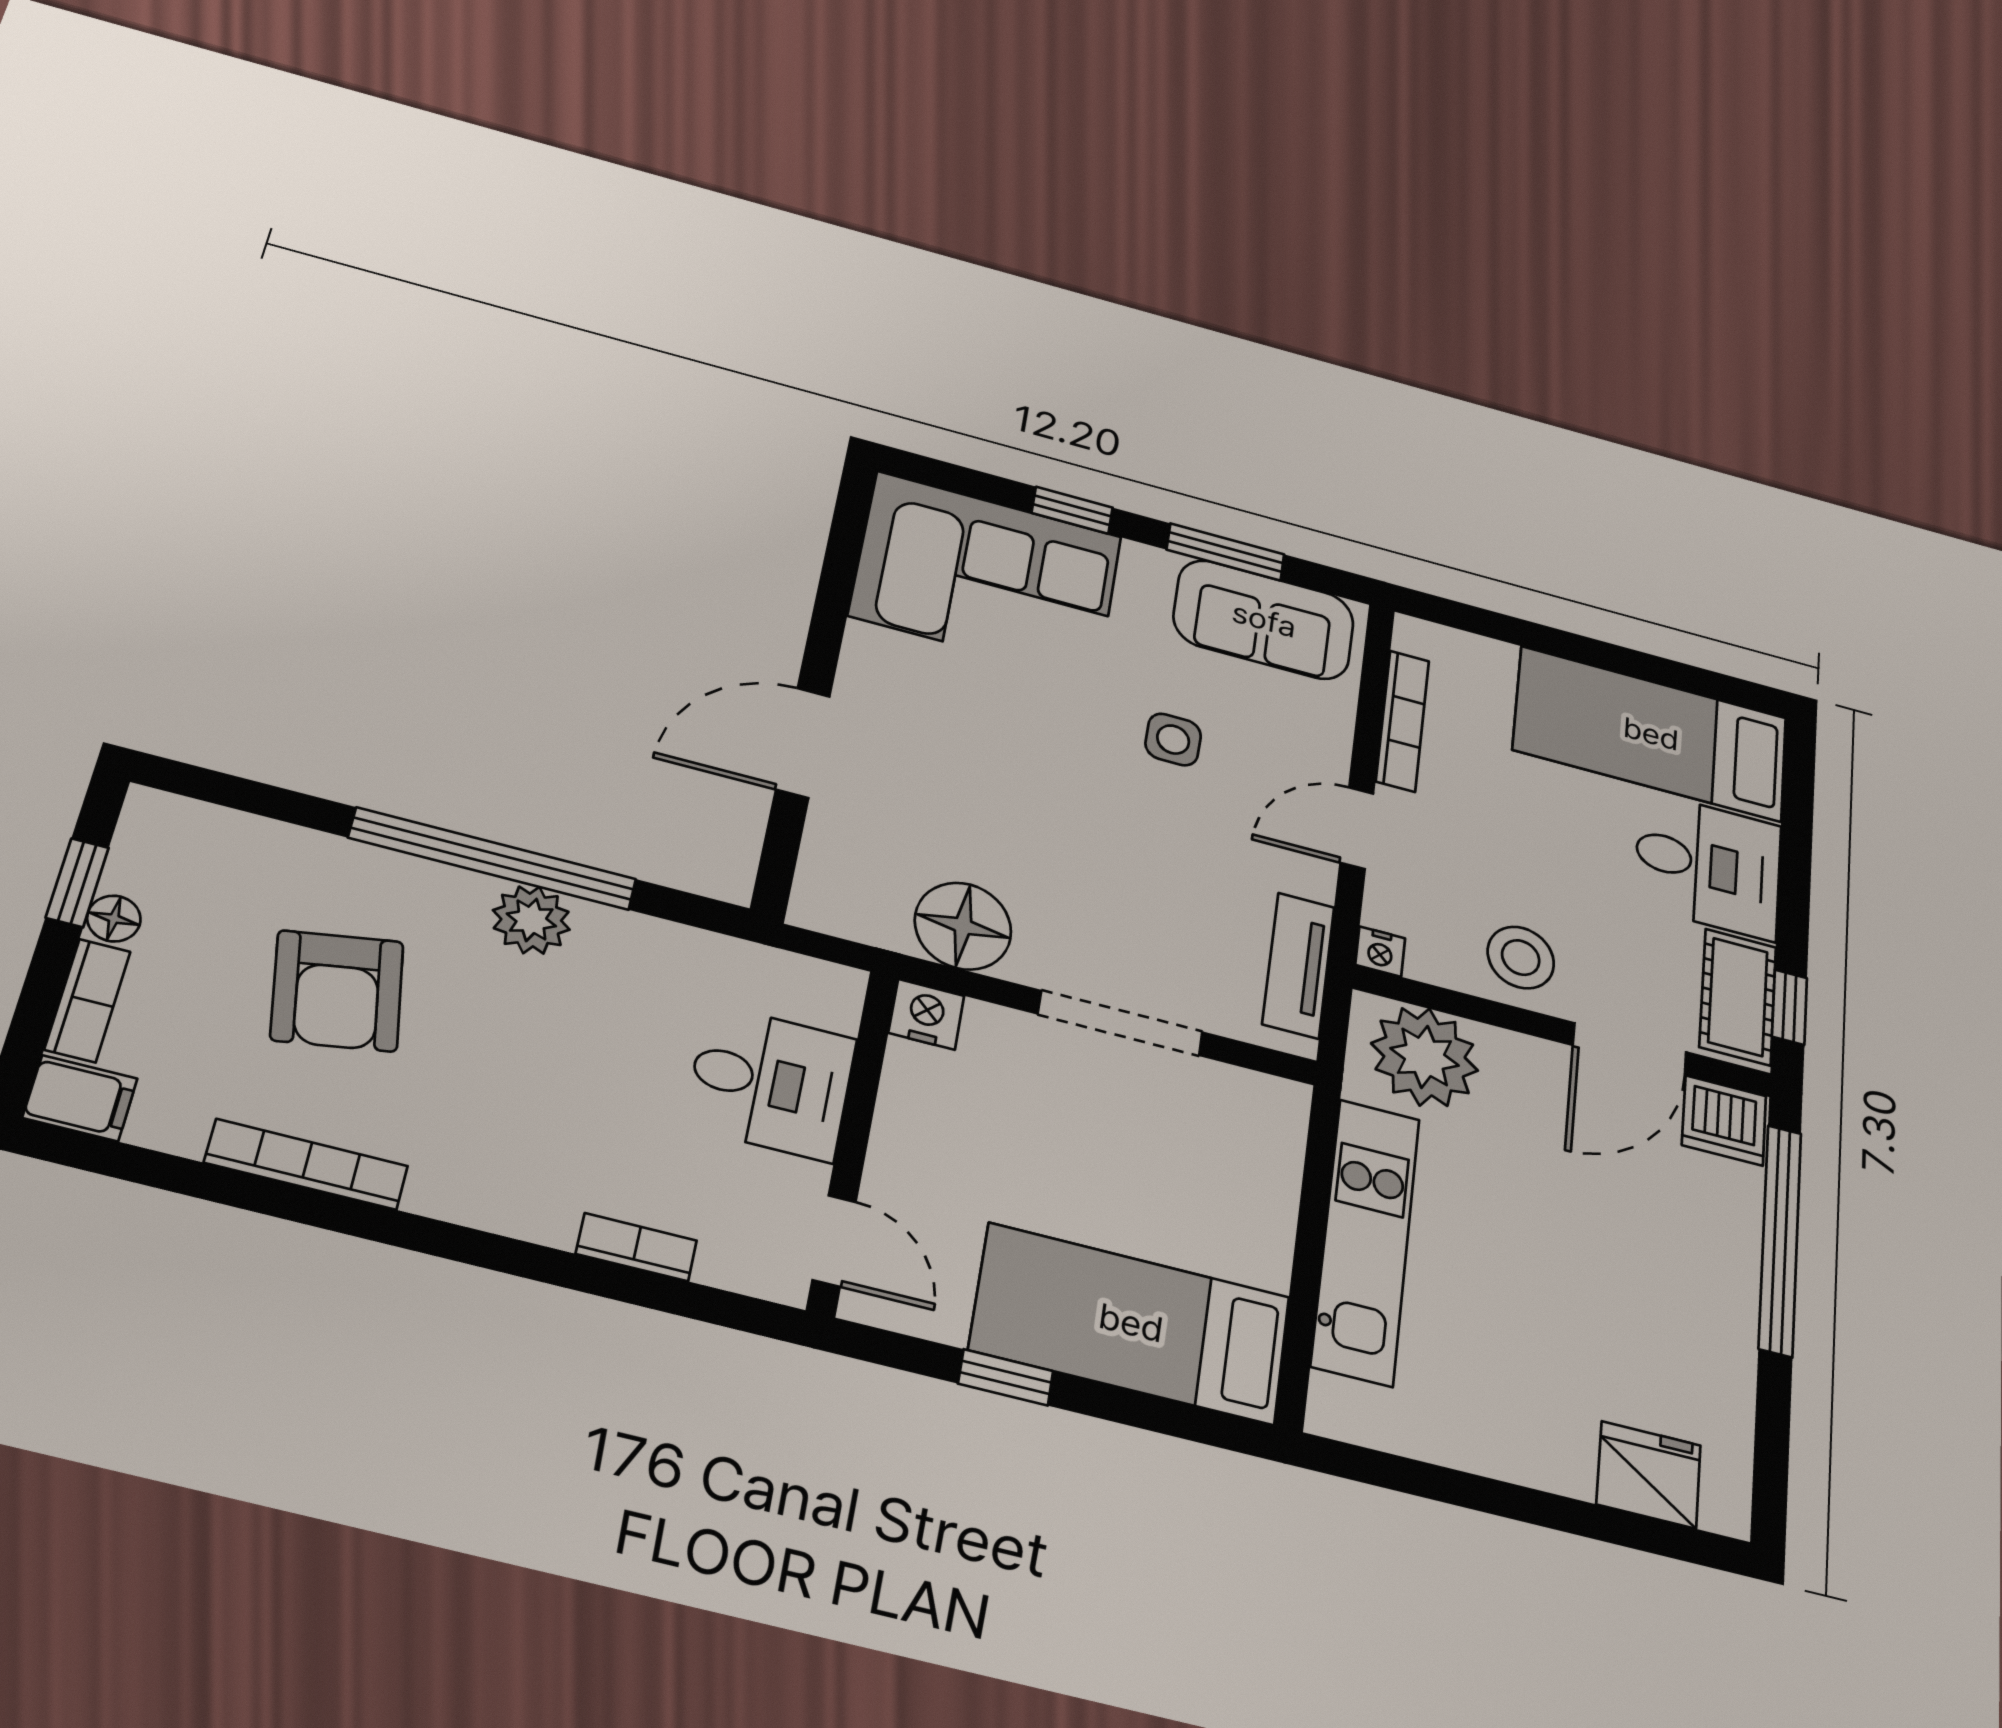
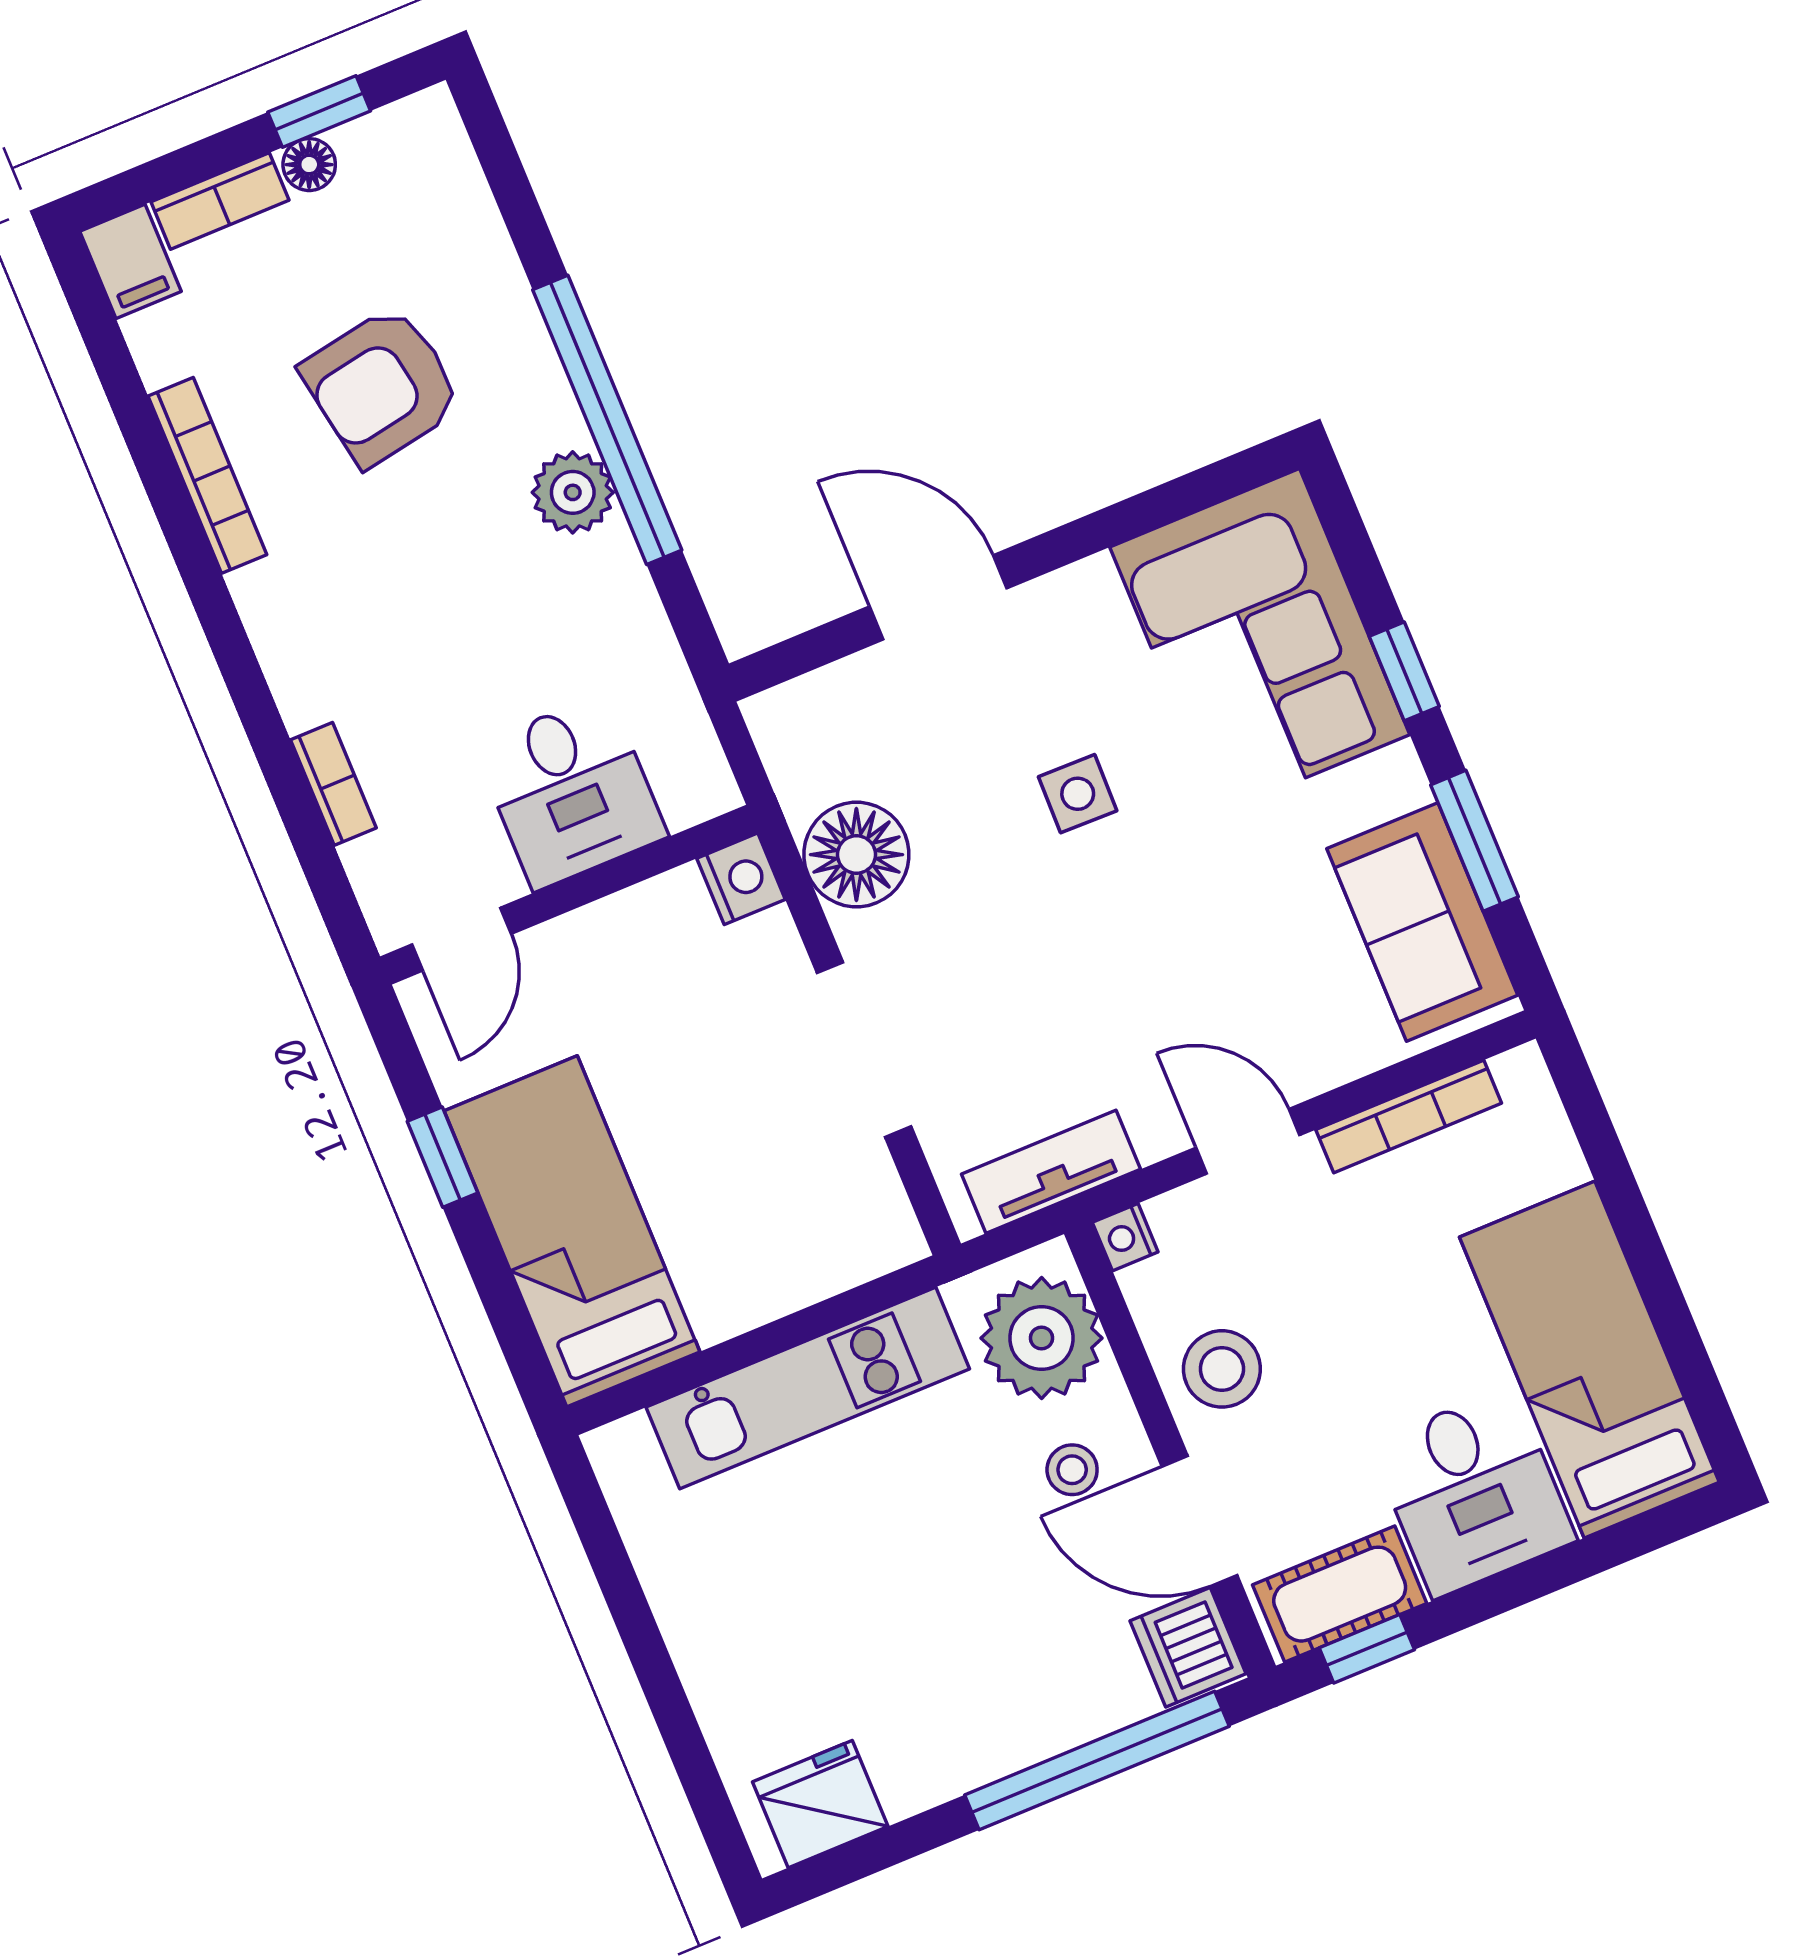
side table: (1173, 740) -> (1078, 794), moved
stool: (1540, 1105) -> (1072, 1470), added
fridge: (1649, 1475) -> (820, 1804), moved, turned -90

